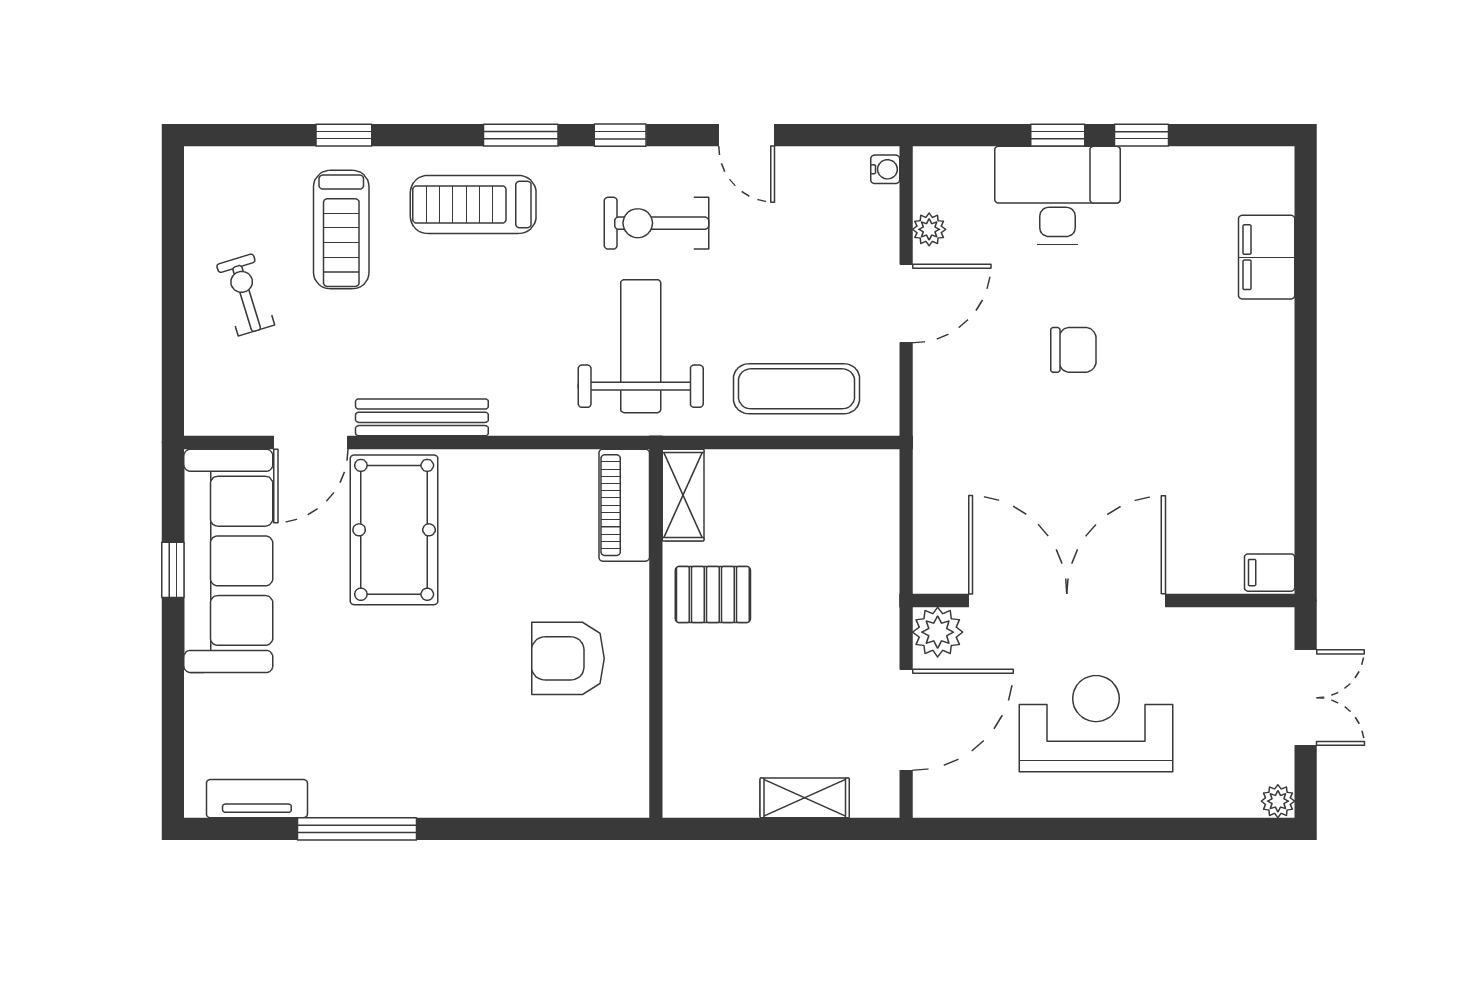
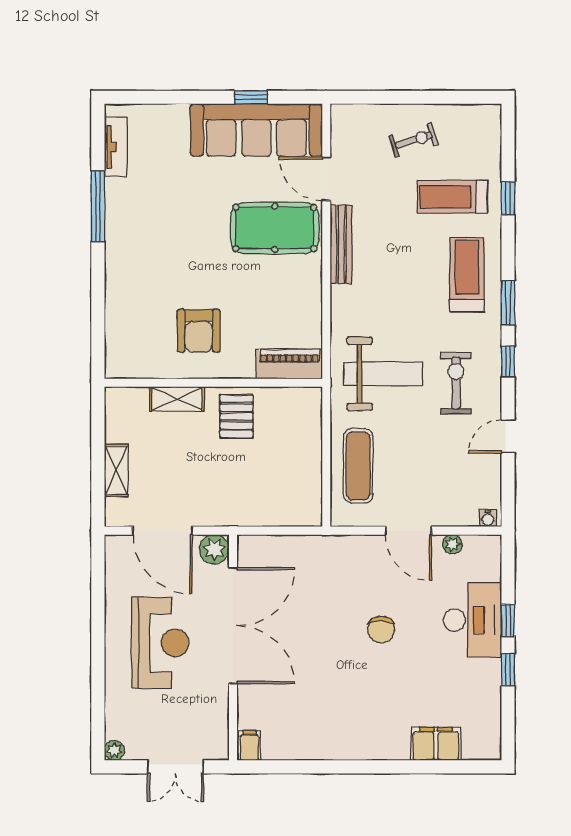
shelving: (683, 495) -> (177, 399), moved
armchair: (568, 658) -> (199, 331), turned 180

